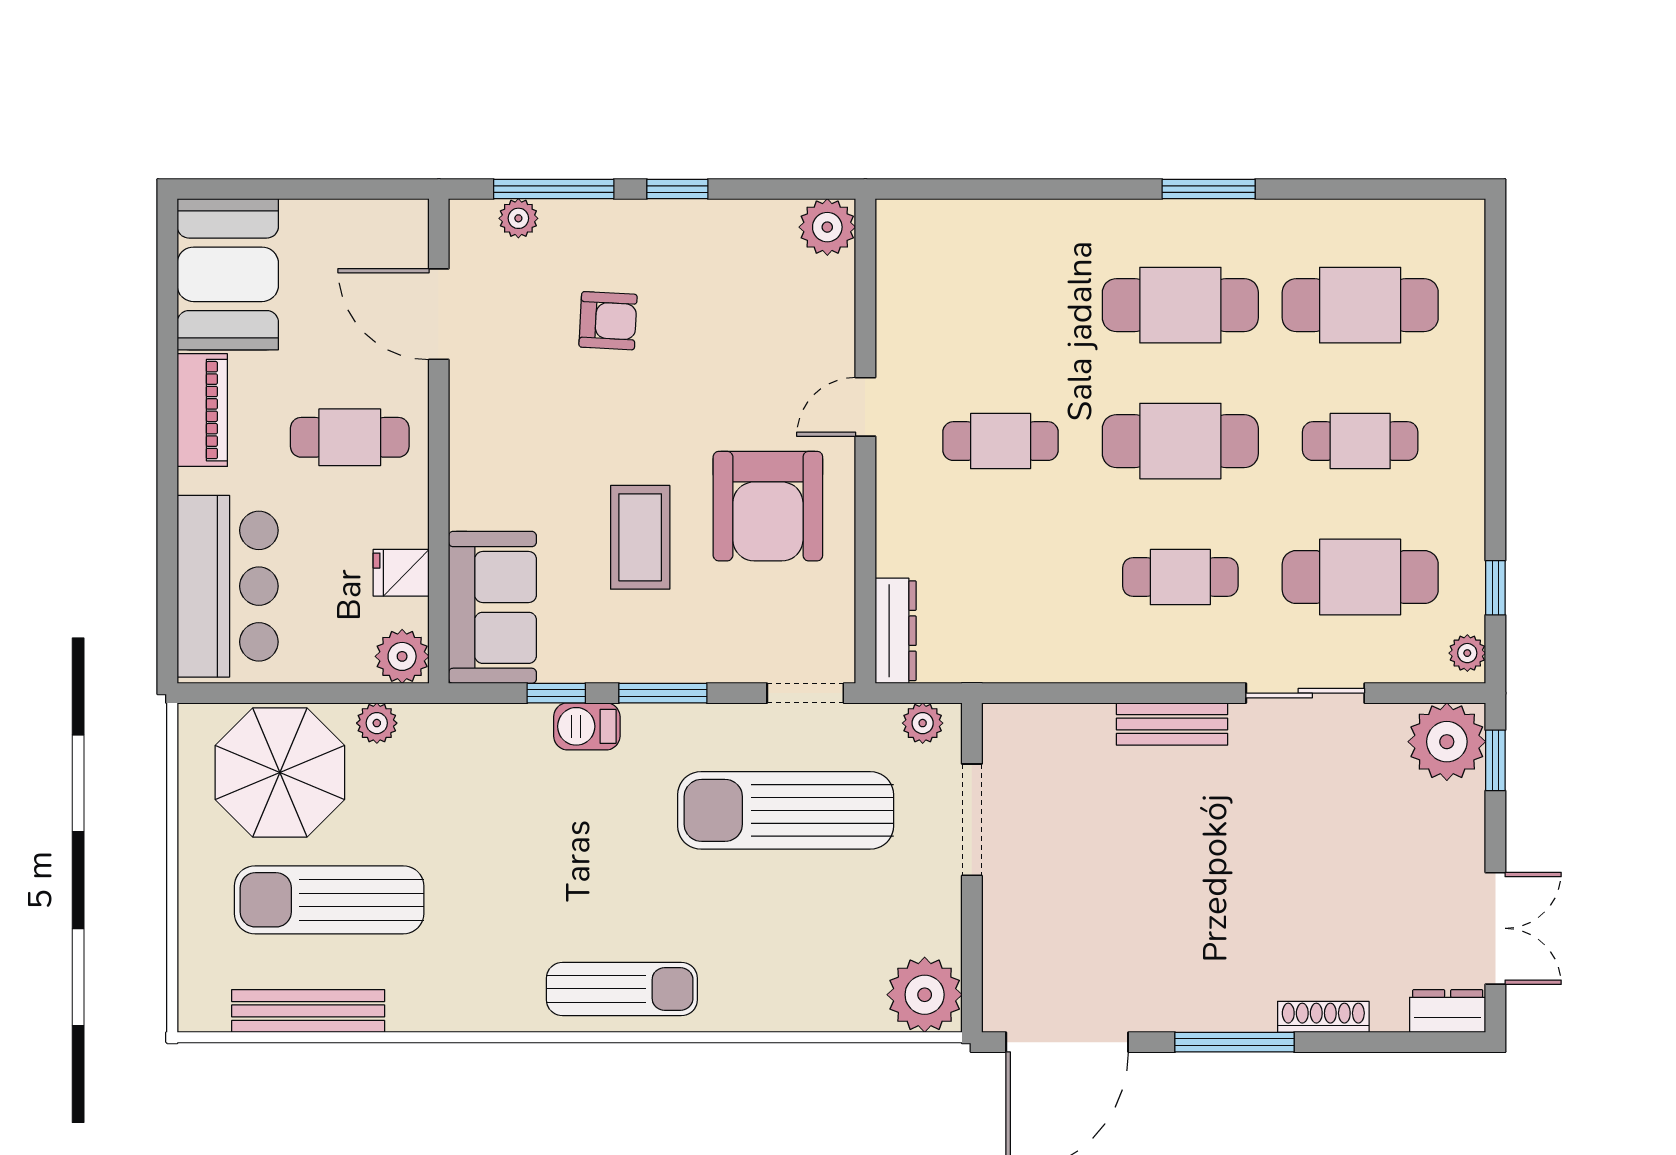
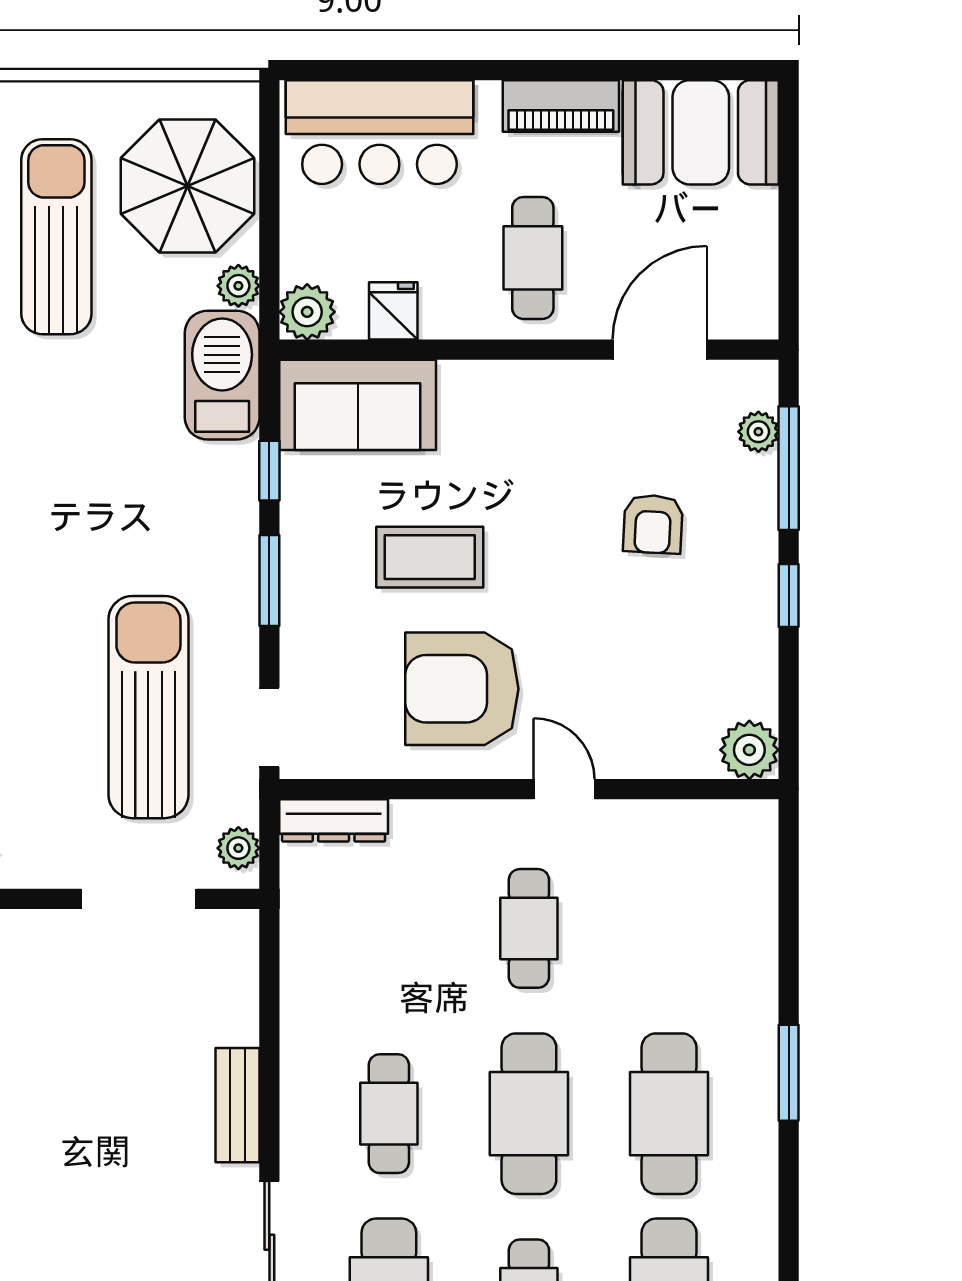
window: (1209, 189) -> (789, 1073), moved
barbecue: (587, 726) -> (222, 375), moved, width x1.88, depth x1.53

